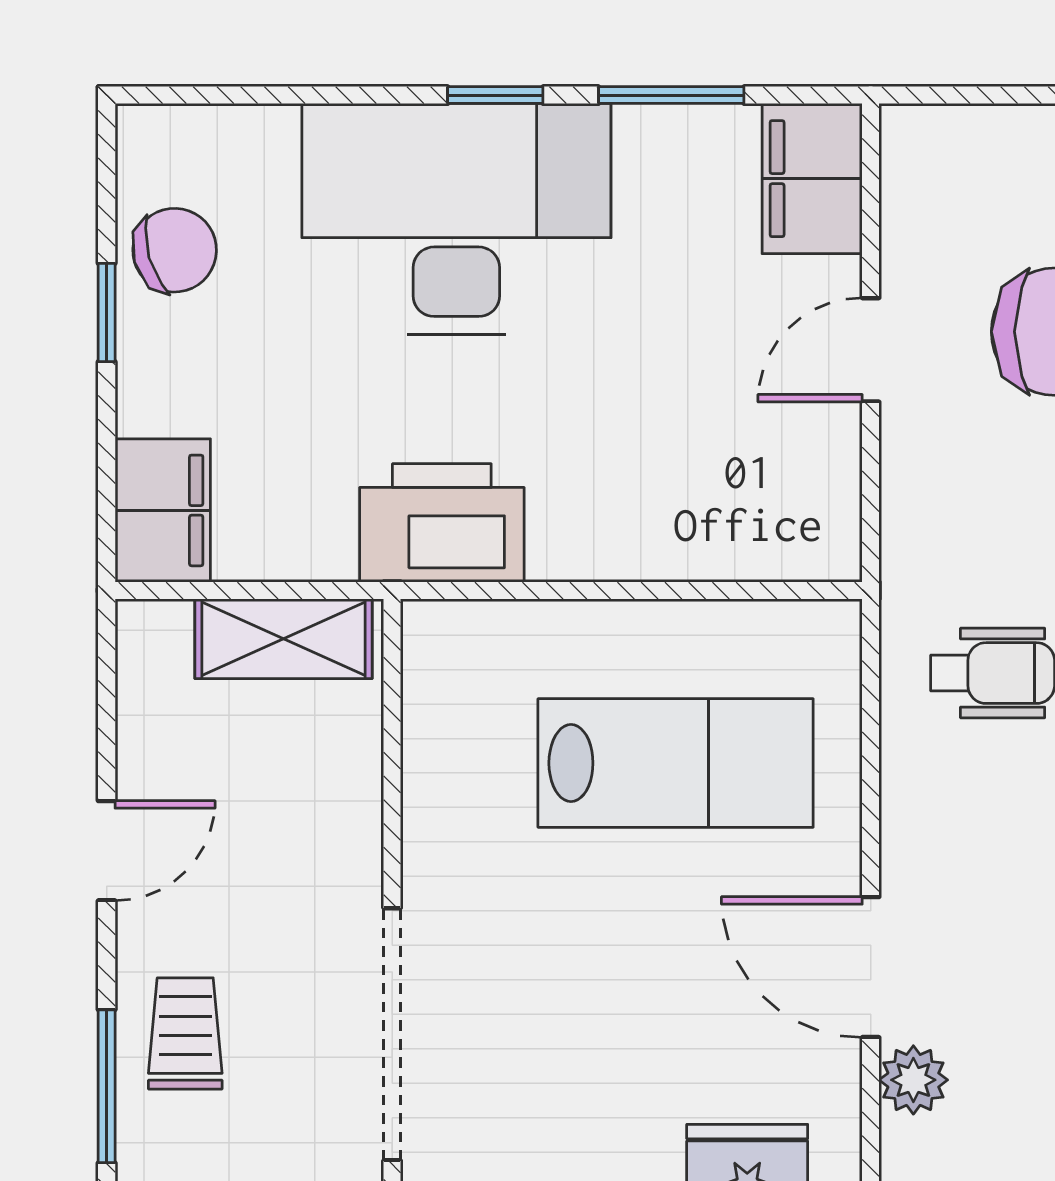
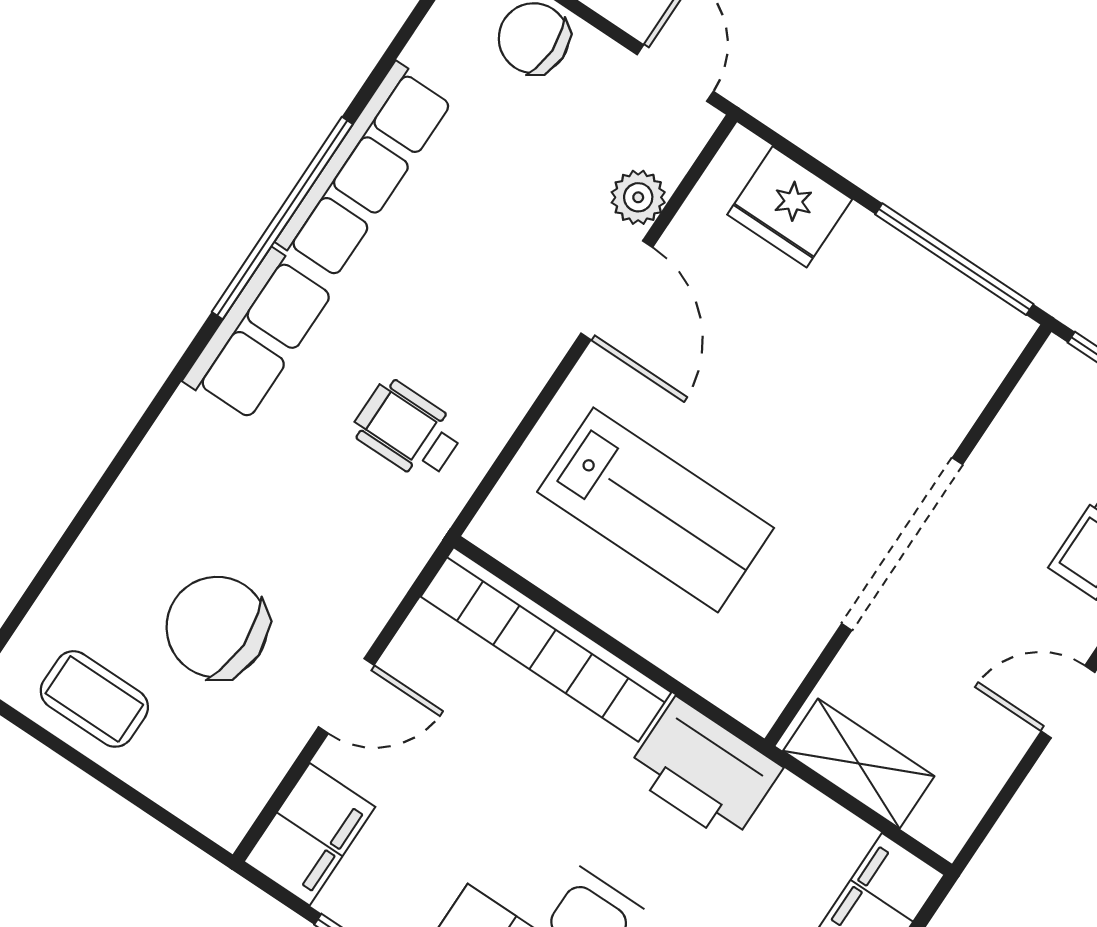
bookcase: (697, 544) -> (546, 644), added
lab bench: (676, 763) -> (656, 510), turned 180
doorway: (392, 1034) -> (902, 544), moved

